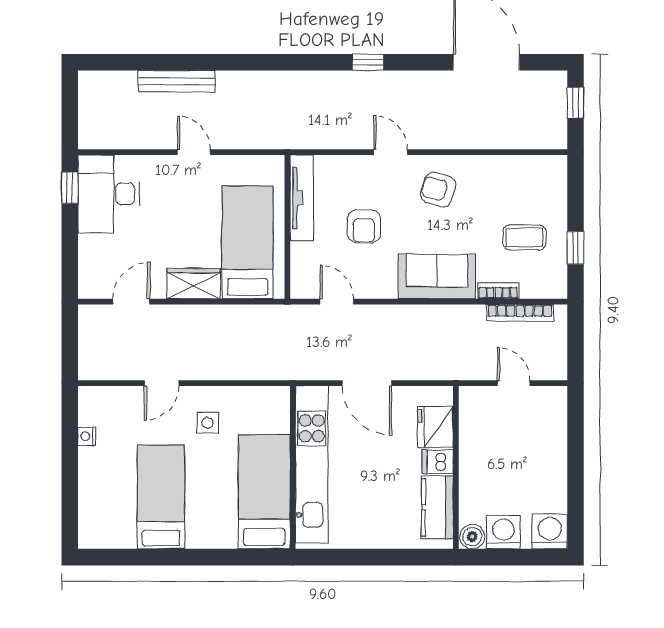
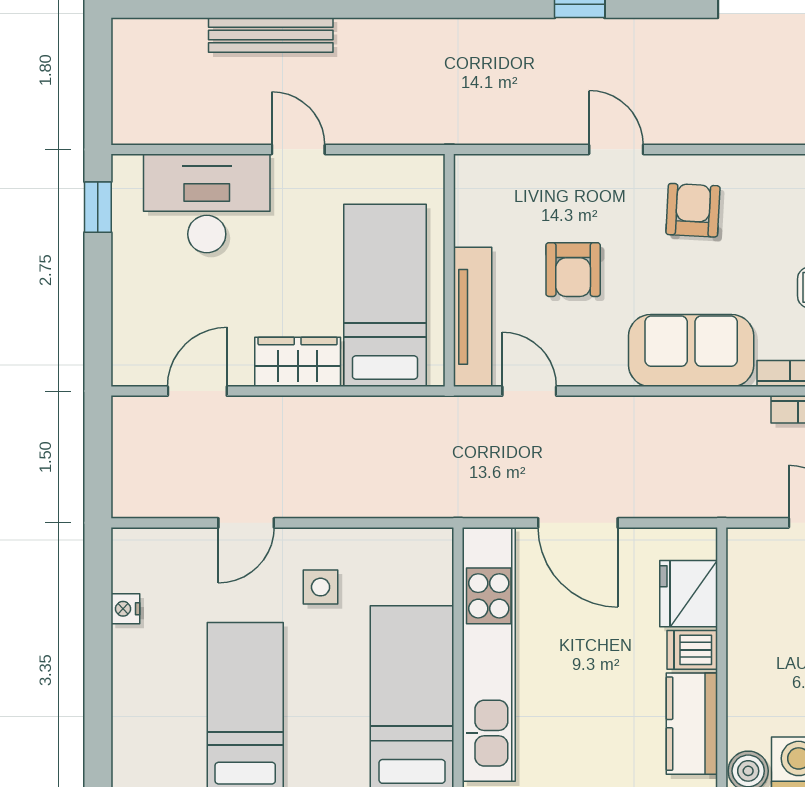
armchair: (438, 190) -> (693, 210), turned 77
desk: (109, 194) -> (207, 203), moved, turned 90
tv unit: (302, 198) -> (473, 317), moved

